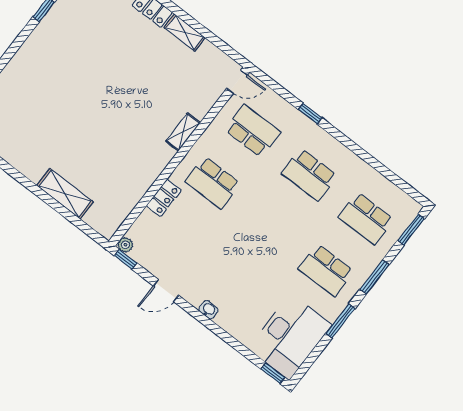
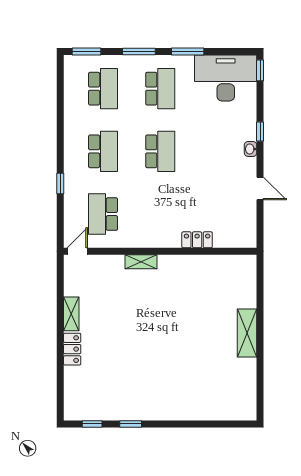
door: (237, 82) -> (77, 251), hinge flipped
school desk: (213, 183) -> (160, 151), moved
shelving: (65, 194) -> (247, 333), moved
plant: (125, 245) -> (250, 241), removed
window: (125, 259) -> (260, 132), moved

